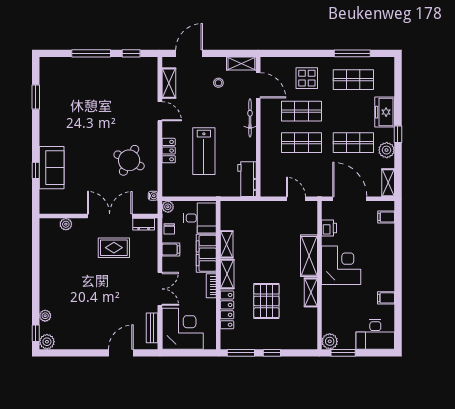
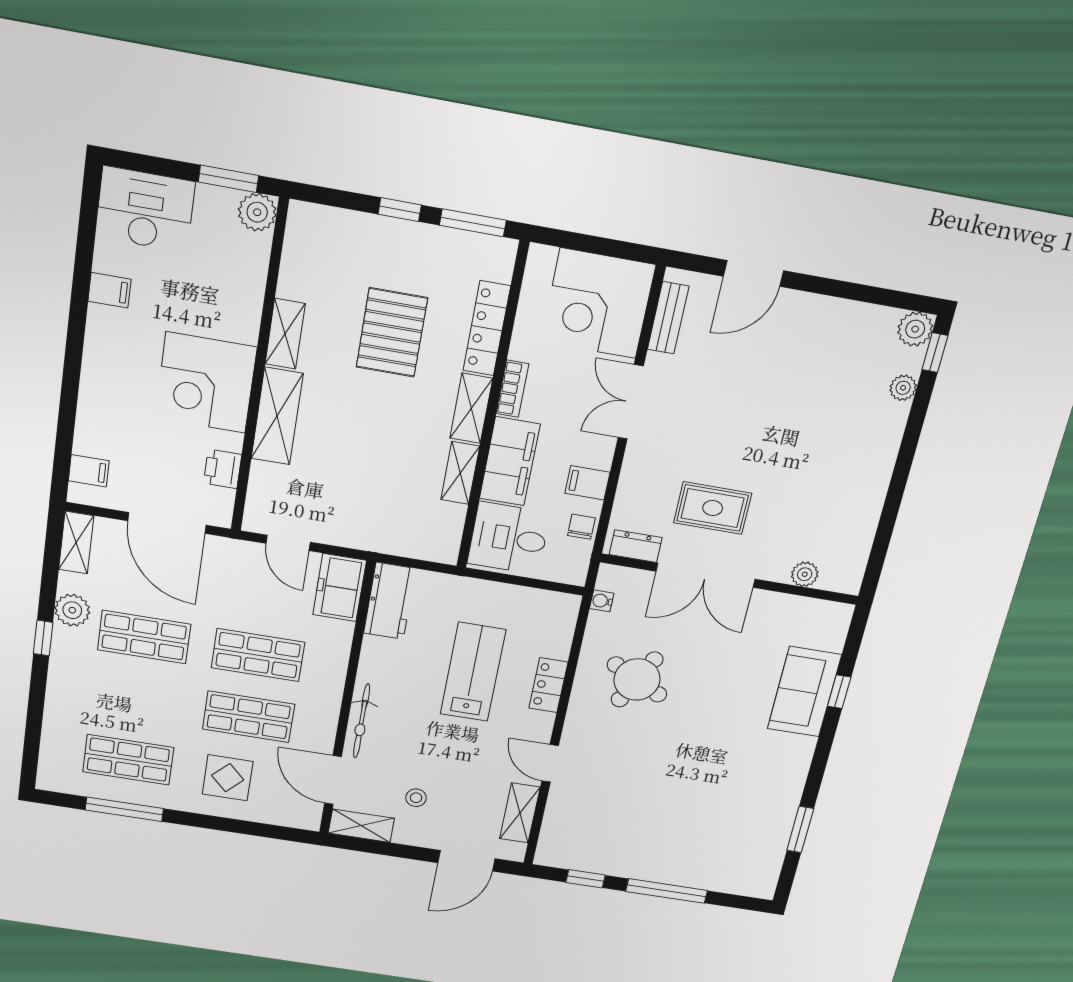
freezer: (385, 112) -> (340, 588), moved, turned 180
plant: (168, 207) -> (575, 573), removed

